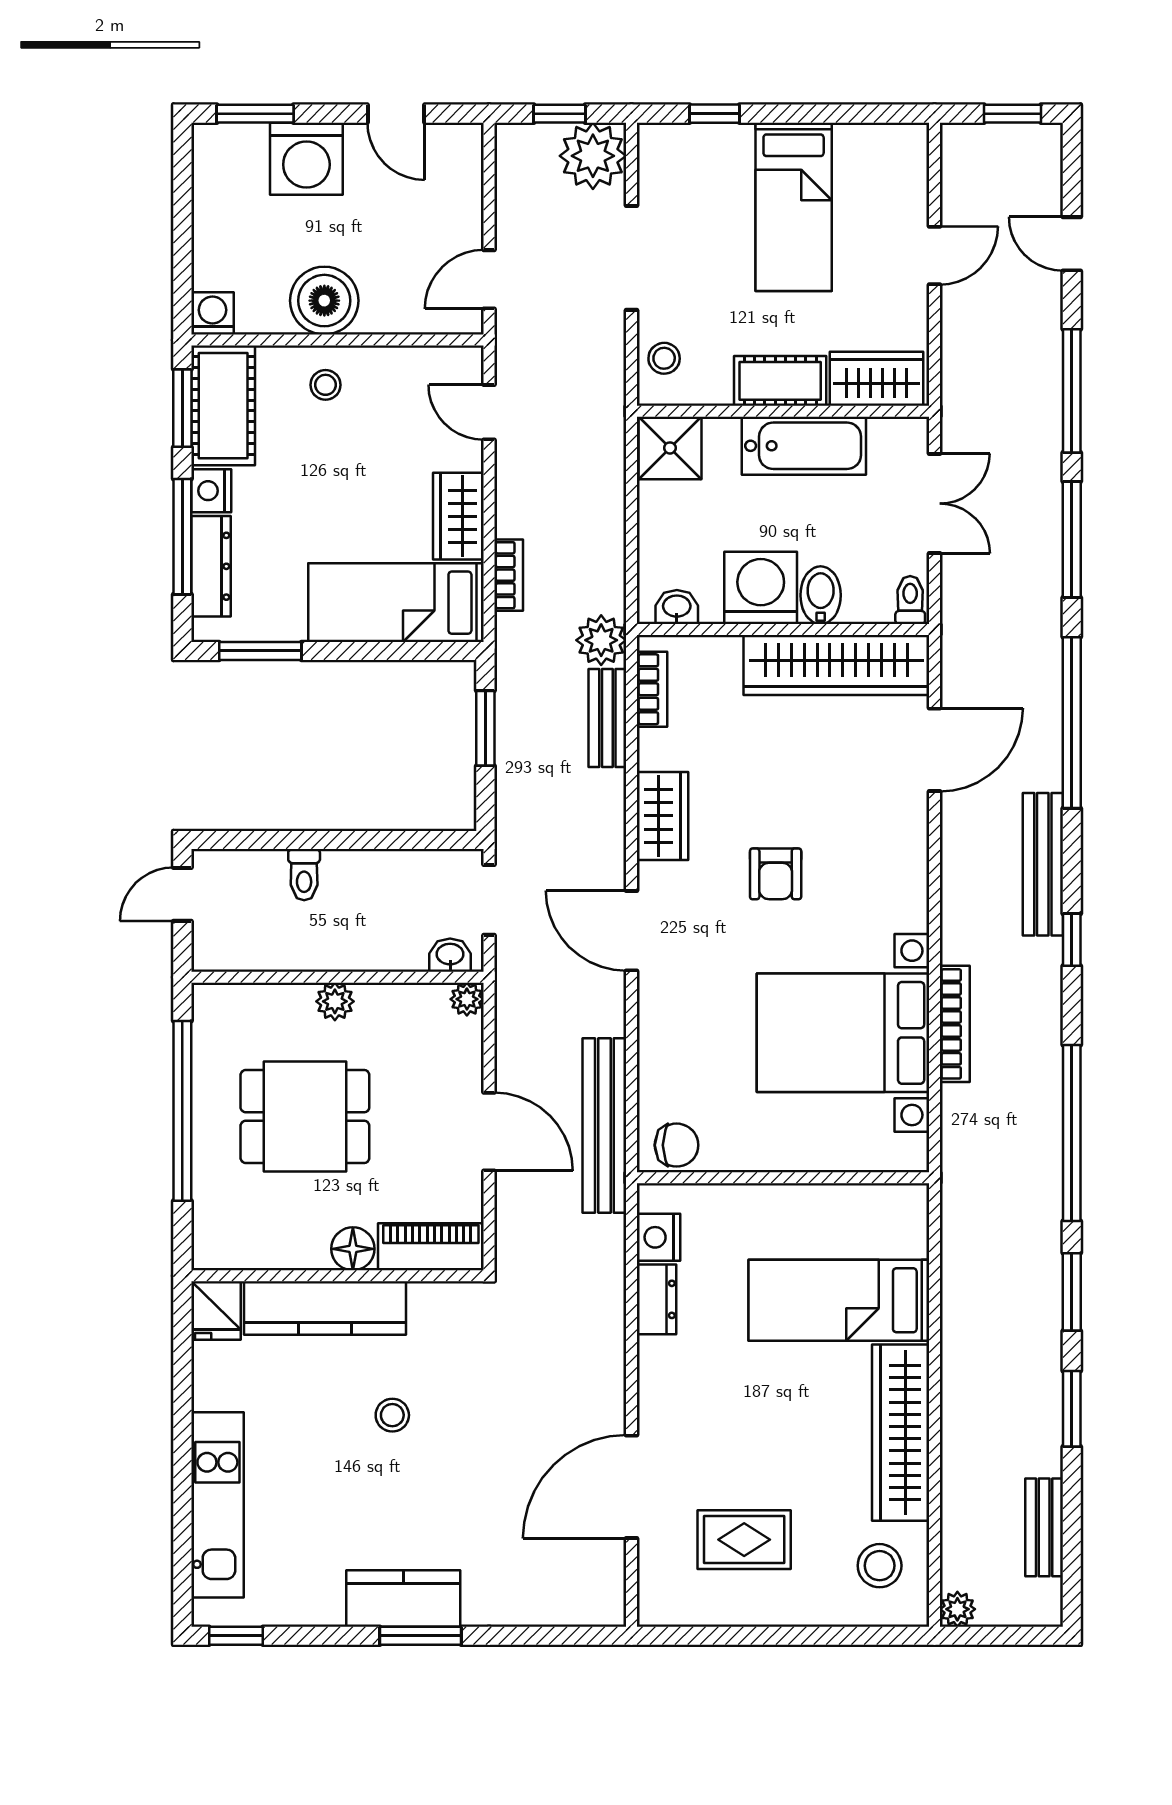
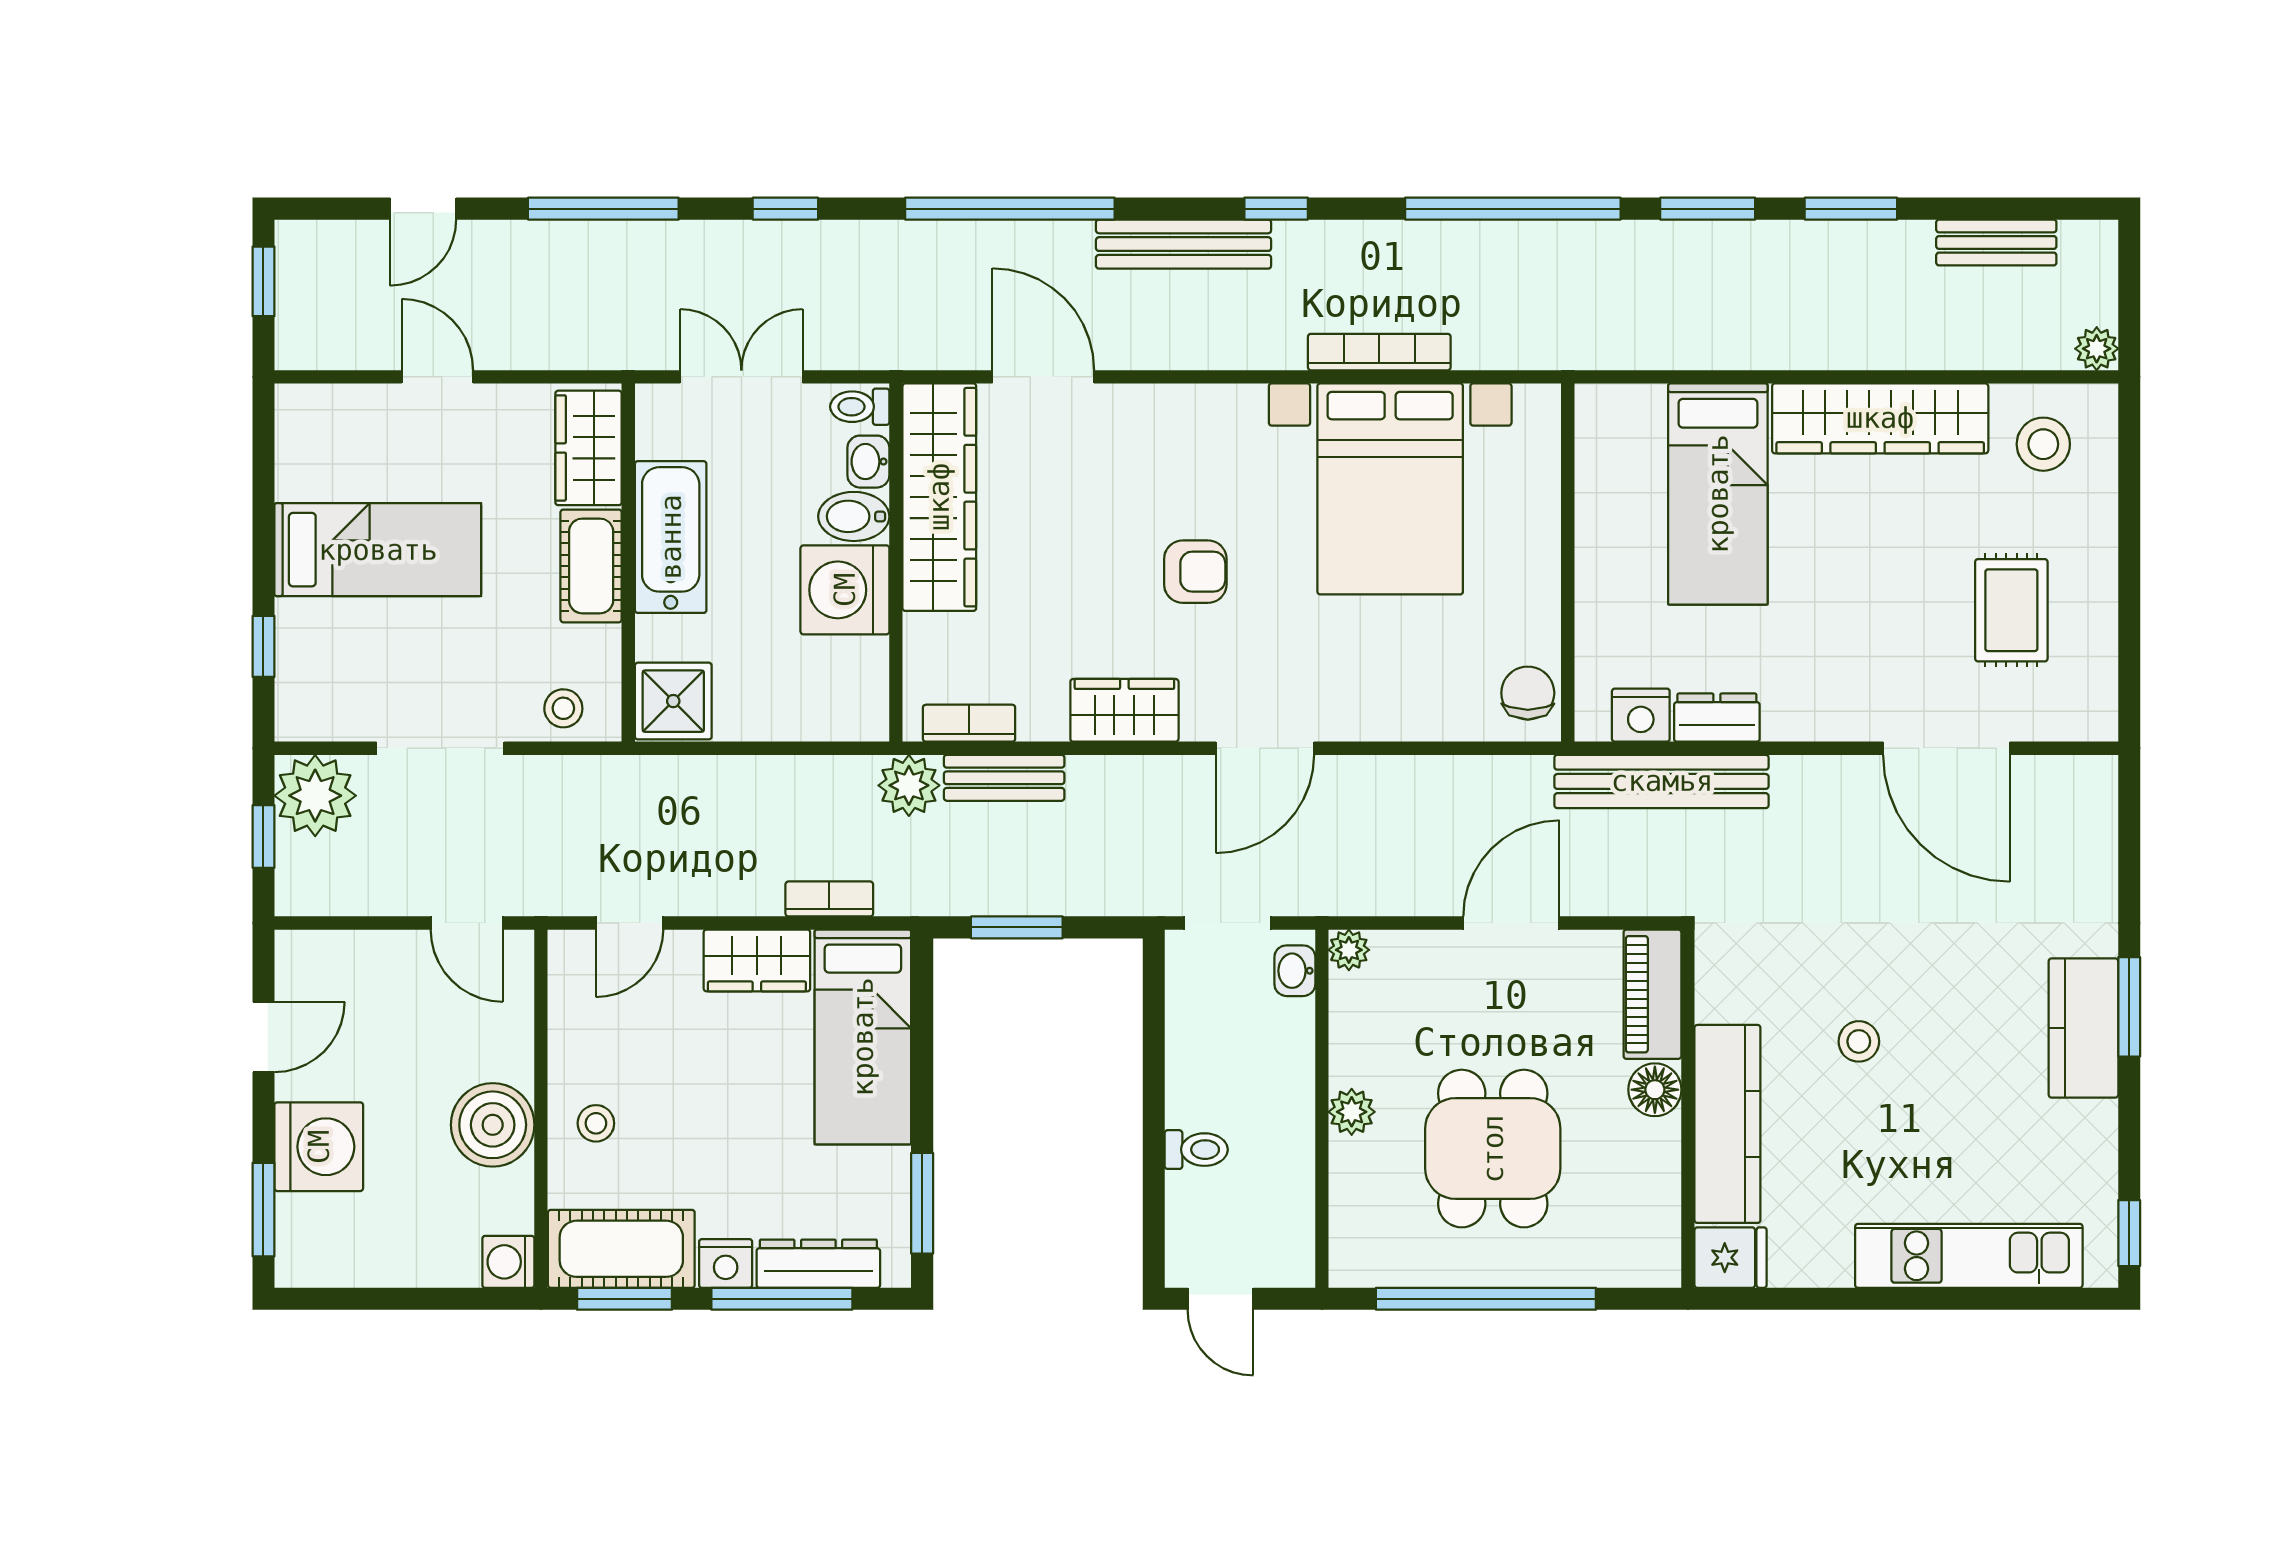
window: (1072, 539) -> (785, 209), width x0.46
washbasin: (677, 607) -> (868, 462), moved
bench: (604, 1125) -> (1662, 781), moved

